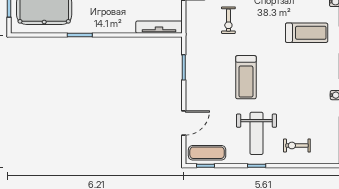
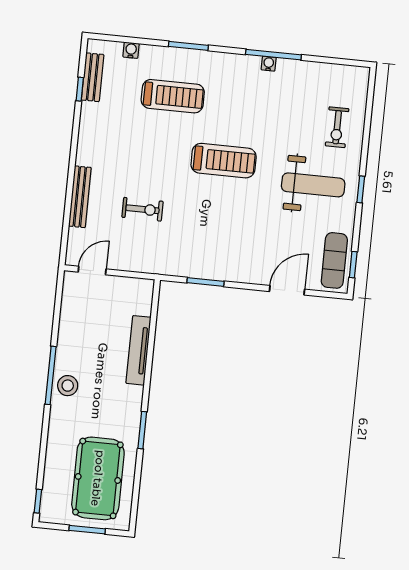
tv unit: (159, 27) -> (138, 350), moved
treadmill: (307, 33) -> (173, 96), turned 90
treadmill: (246, 77) -> (224, 161), moved
door: (184, 123) -> (287, 290), hinge flipped

